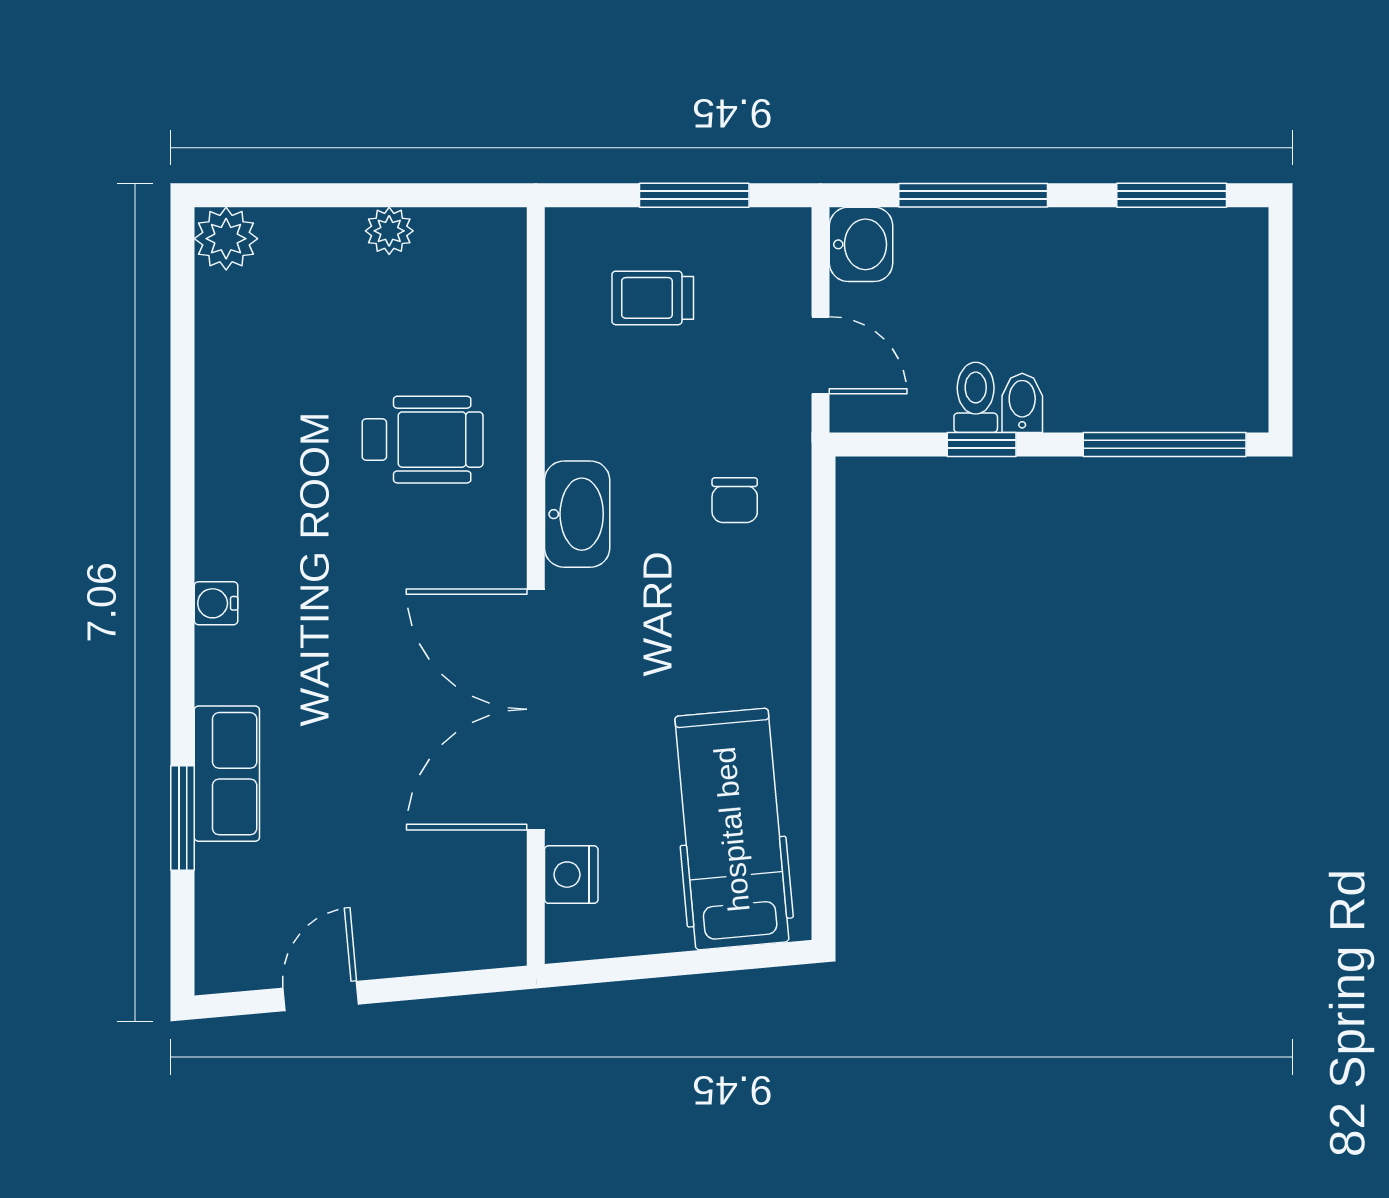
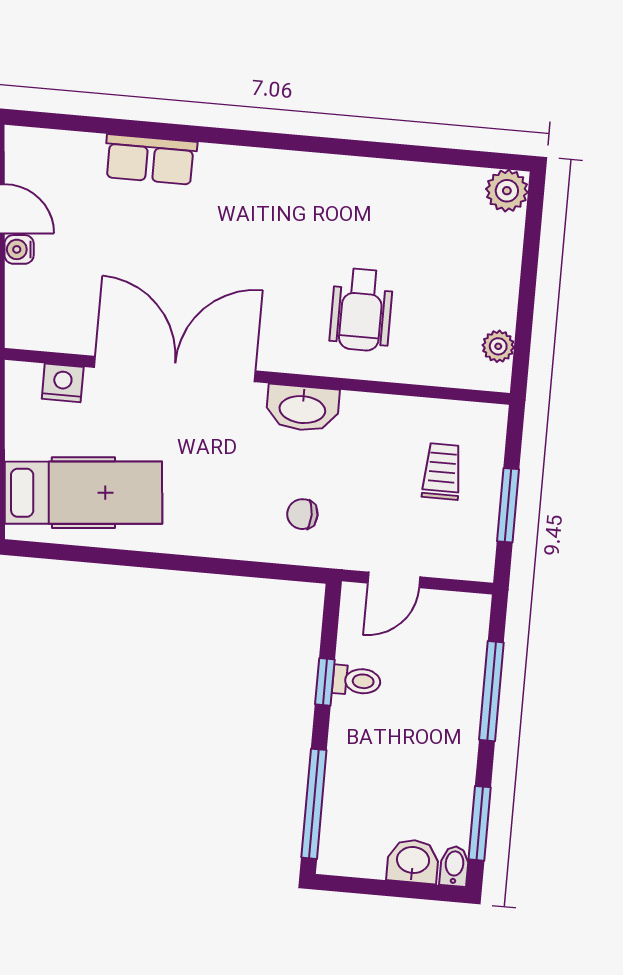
plant: (389, 231) -> (498, 346), moved
washbasin: (861, 244) -> (413, 861), moved, turned 180
bidet: (1022, 403) -> (454, 866), moved, turned -90
water cooler: (216, 603) -> (19, 249), moved, turned -95
window: (183, 818) -> (123, 127), removed

